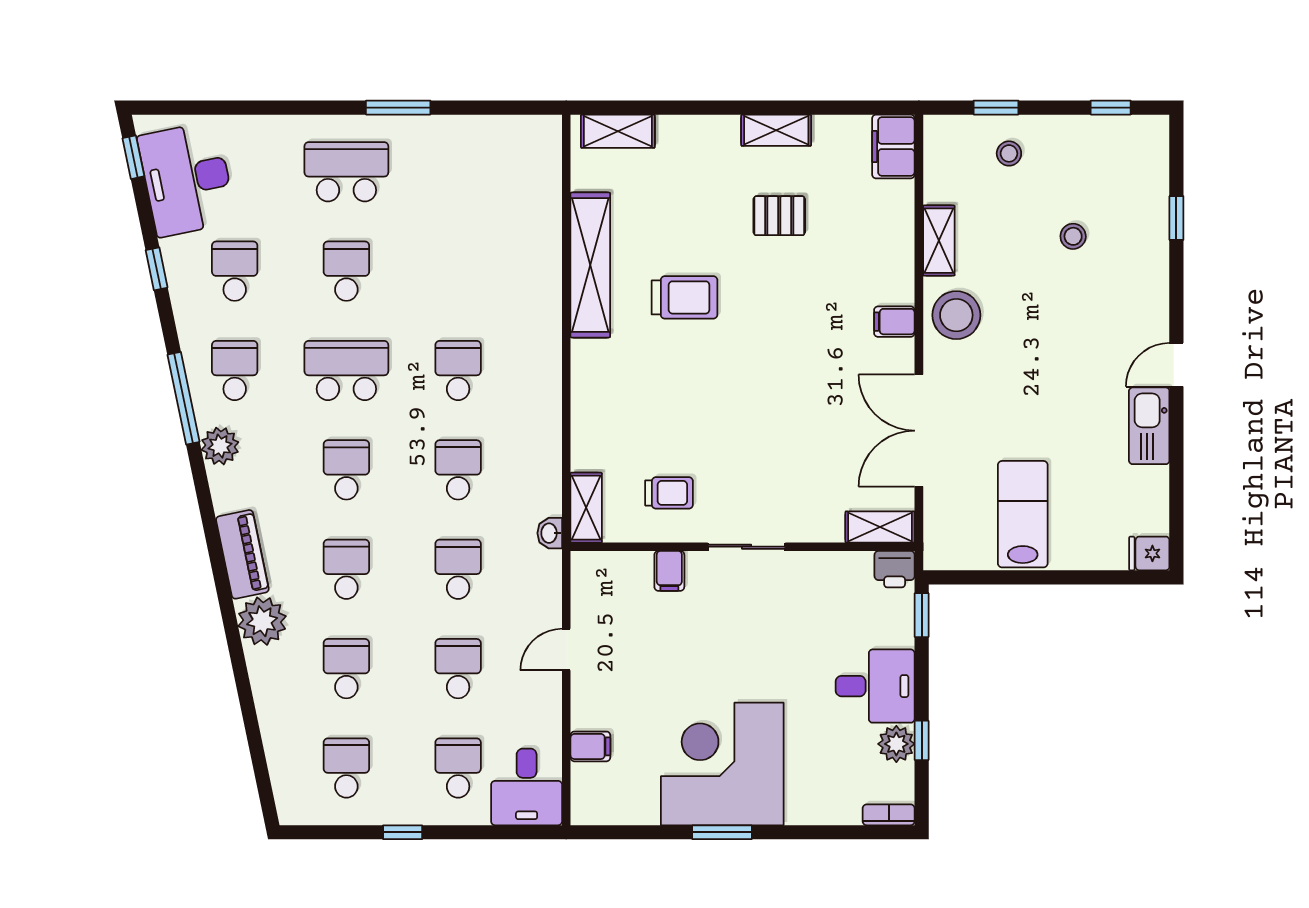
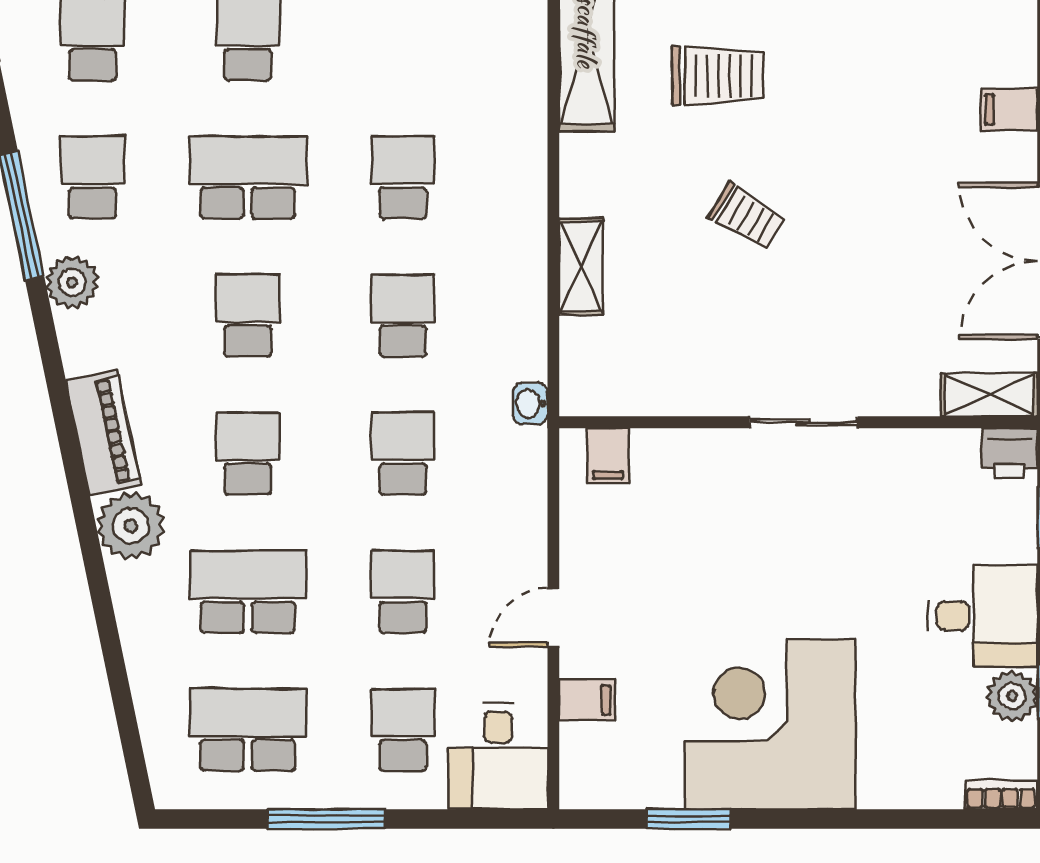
trolley: (669, 493) -> (747, 217), moved, turned 31
shelving: (586, 508) -> (581, 266), moved
filing cabinet: (669, 571) -> (608, 456), moved
door: (566, 650) -> (553, 618), moved
school desk: (346, 669) -> (248, 592), width x1.85
school desk: (346, 768) -> (248, 730), width x1.85
window: (403, 832) -> (326, 819), width x2.17
window: (722, 832) -> (689, 819), moved

